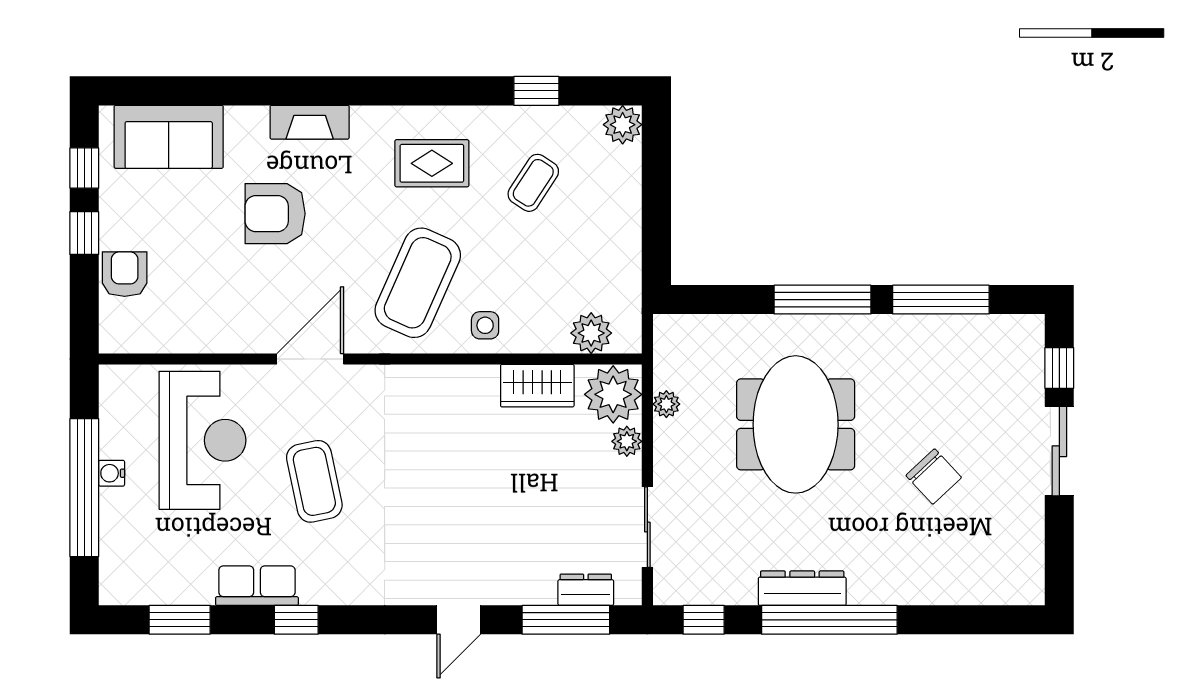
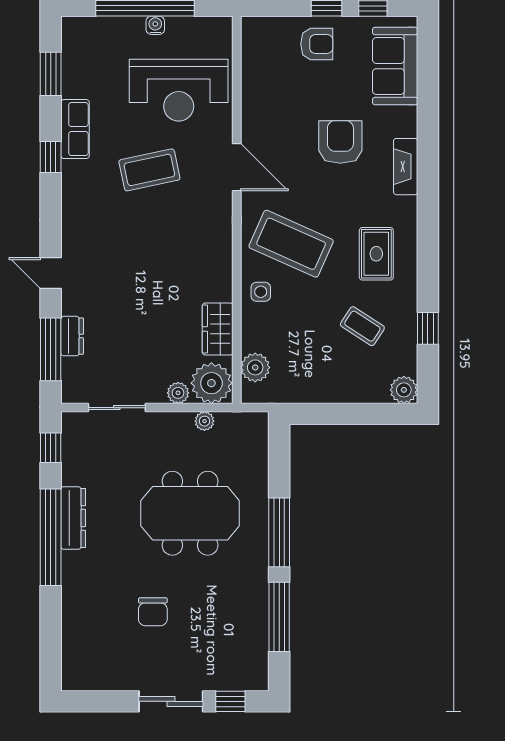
armchair: (125, 274) -> (317, 44), moved
chair: (934, 476) -> (153, 612), turned -47
dresser: (586, 590) -> (72, 336), moved

